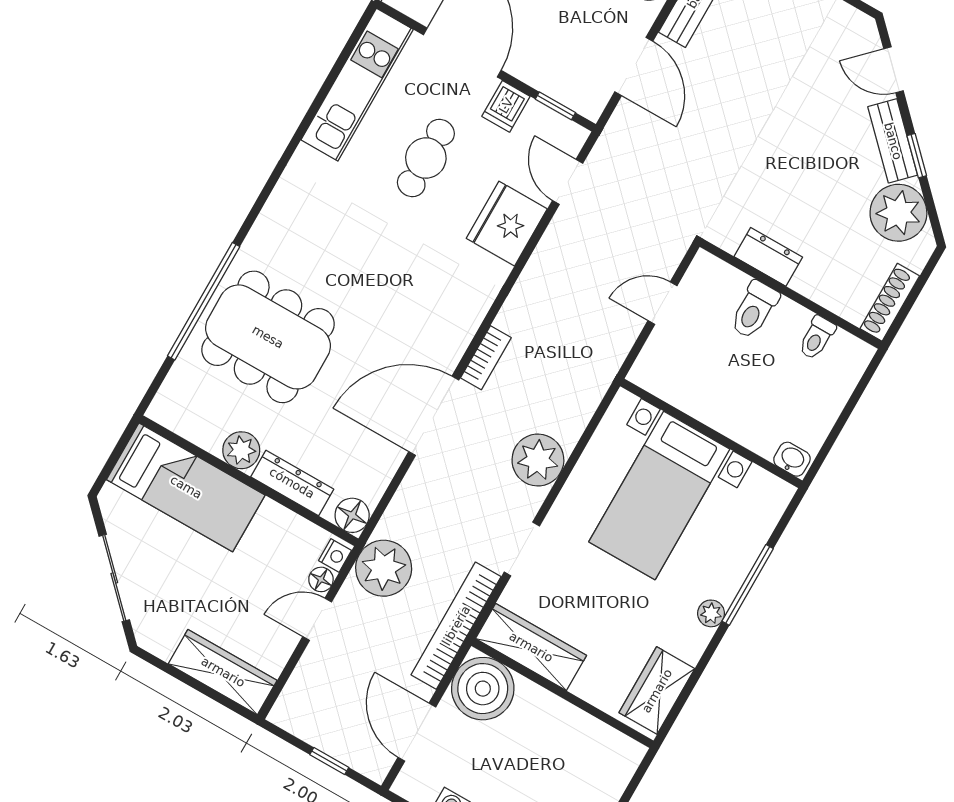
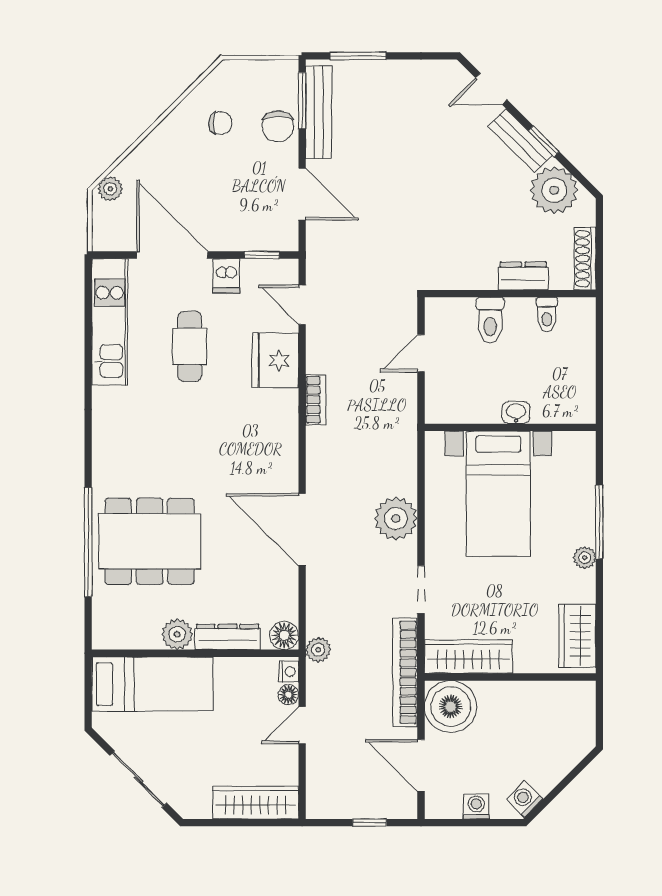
dresser: (768, 257) -> (523, 276), moved
bookcase: (486, 358) -> (316, 400), moved
door: (434, 416) -> (302, 530), hinge flipped
washbasin: (792, 459) -> (516, 413), moved
plant: (384, 568) -> (318, 650), width x0.53, depth x0.53

